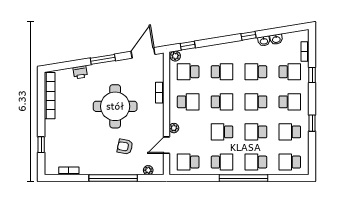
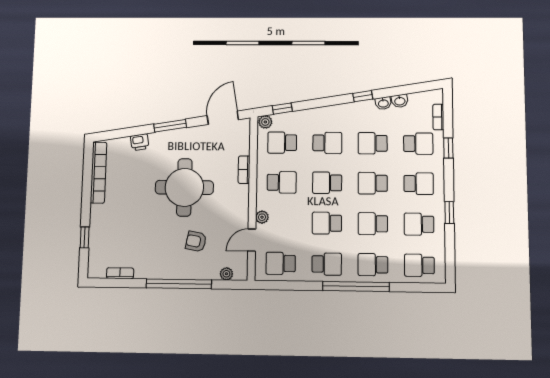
school desk: (222, 102) -> (327, 183), turned 180

